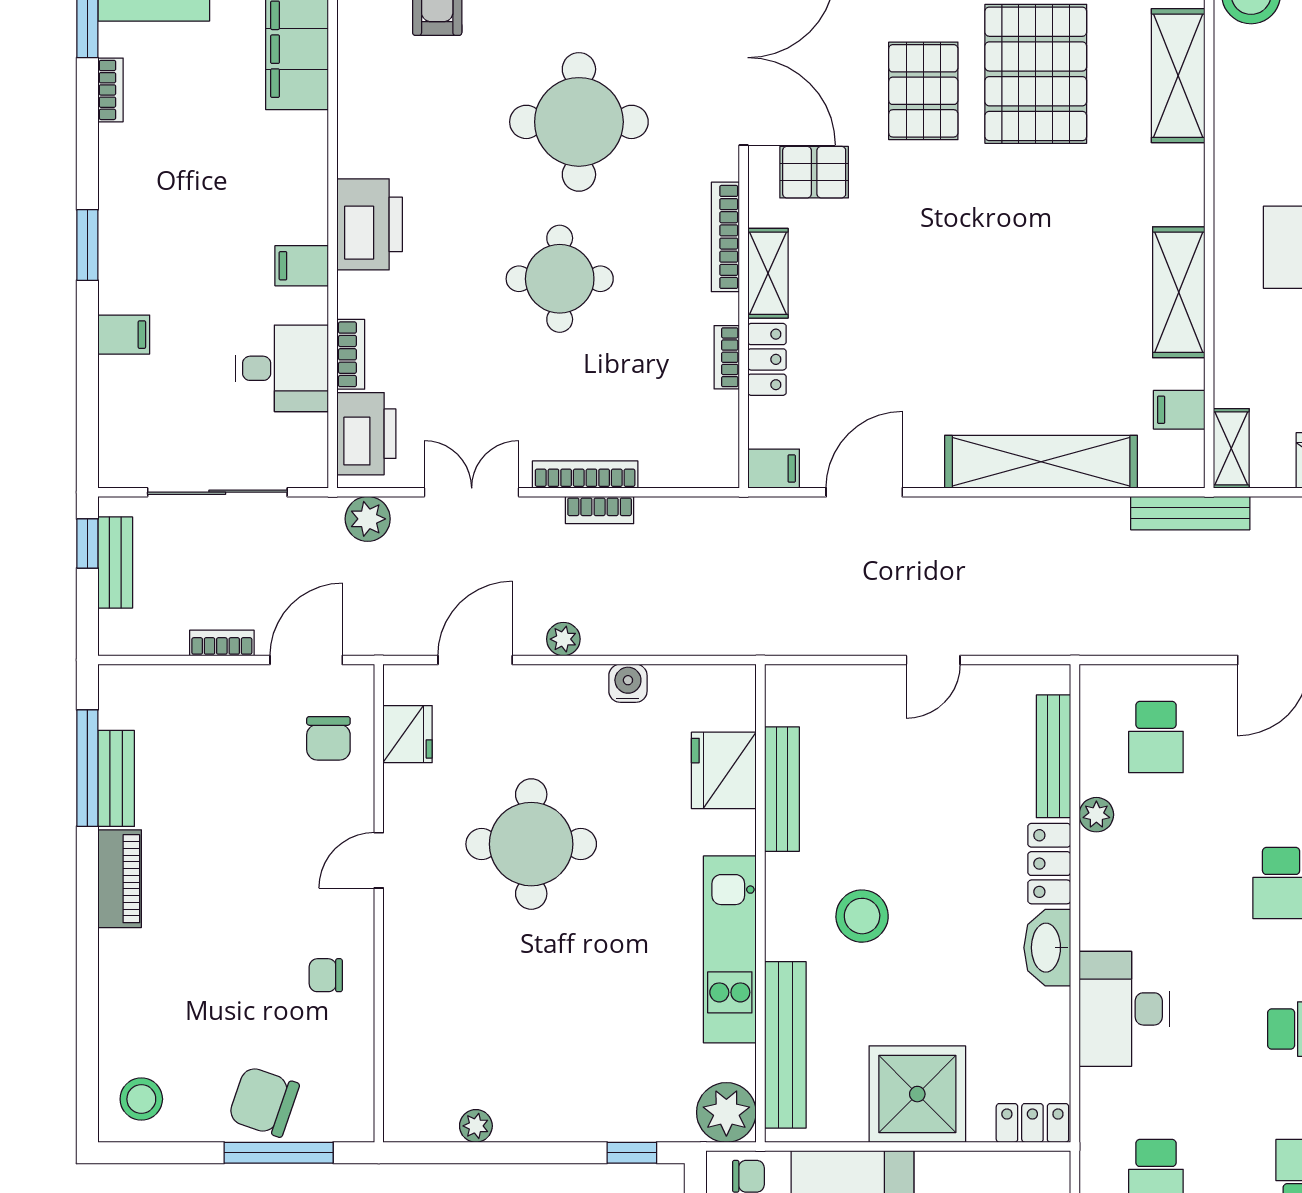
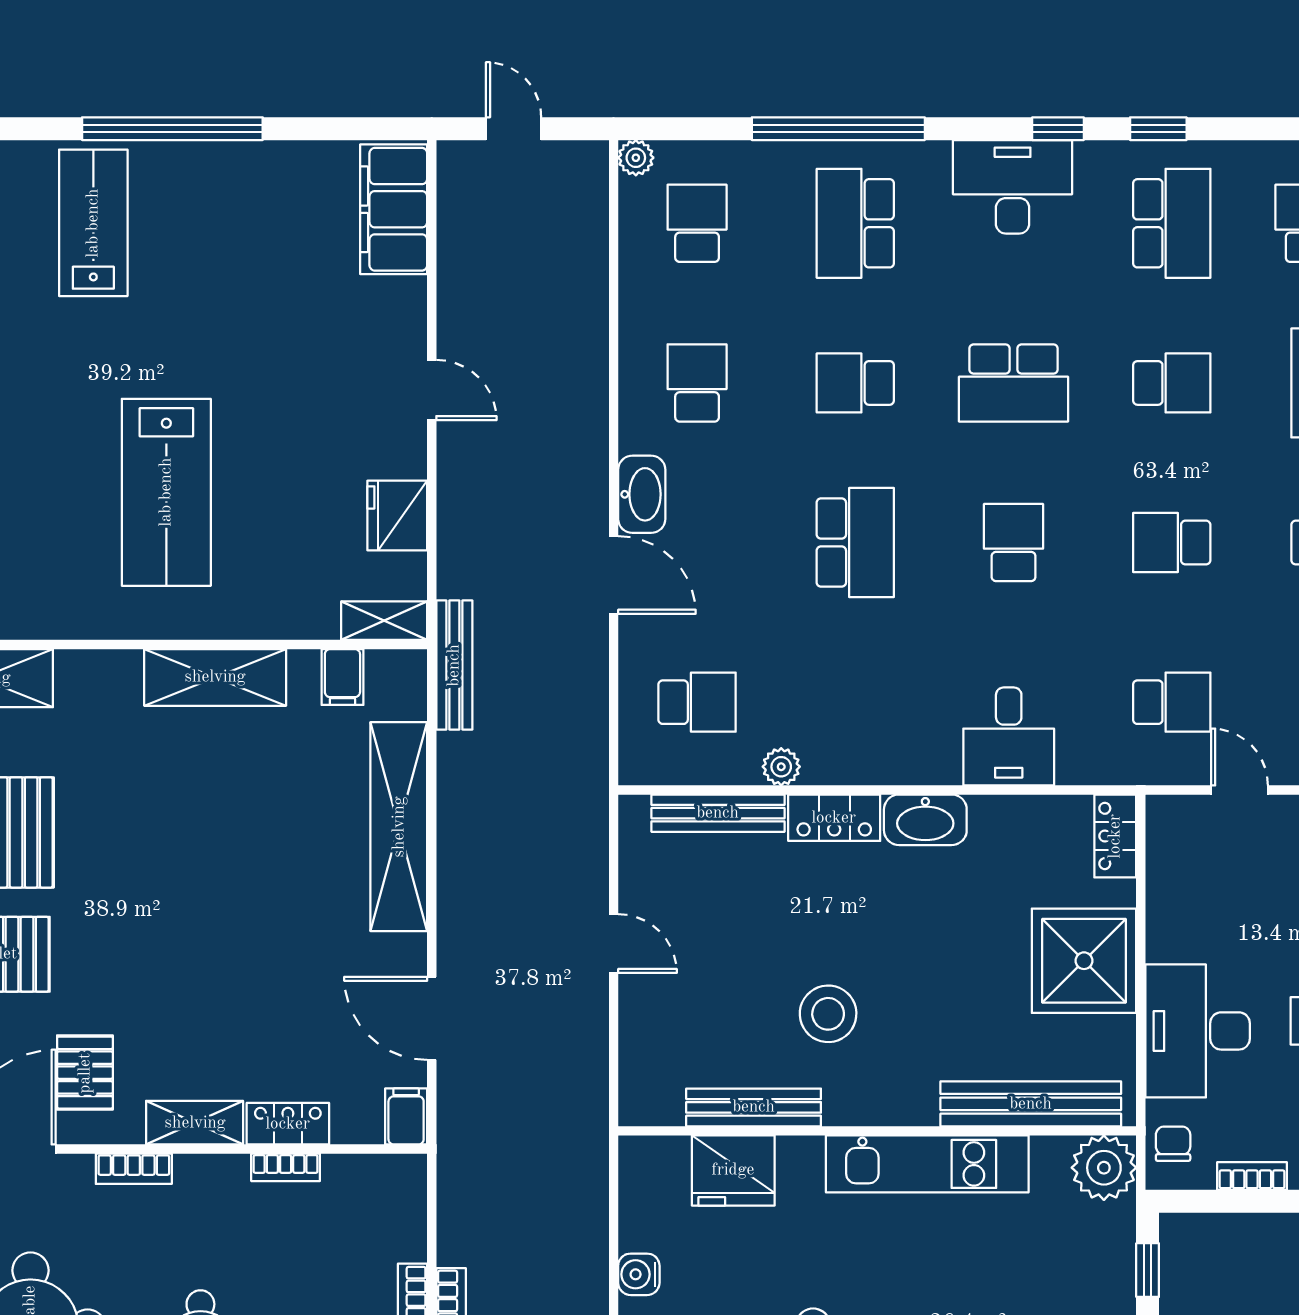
bookcase: (725, 237) -> (134, 1169), width x0.64
stool: (862, 916) -> (828, 1014), moved
desk: (1124, 1009) -> (1009, 736), width x0.73

